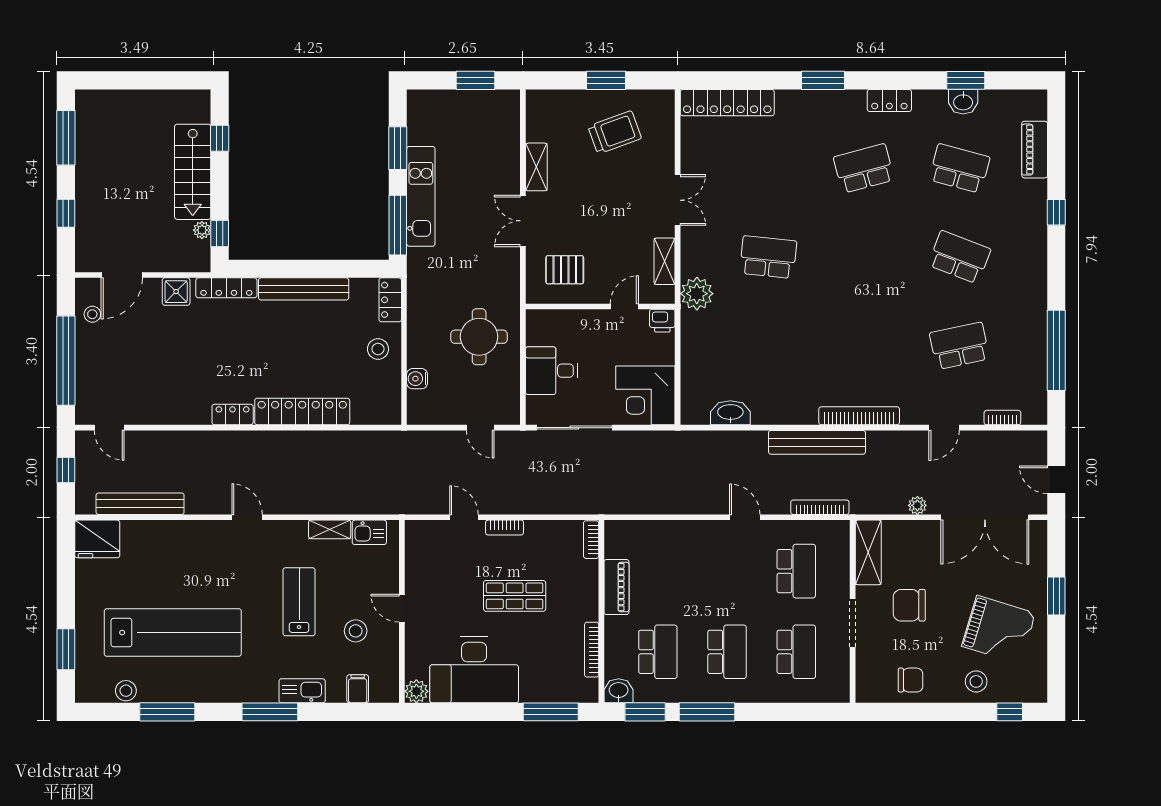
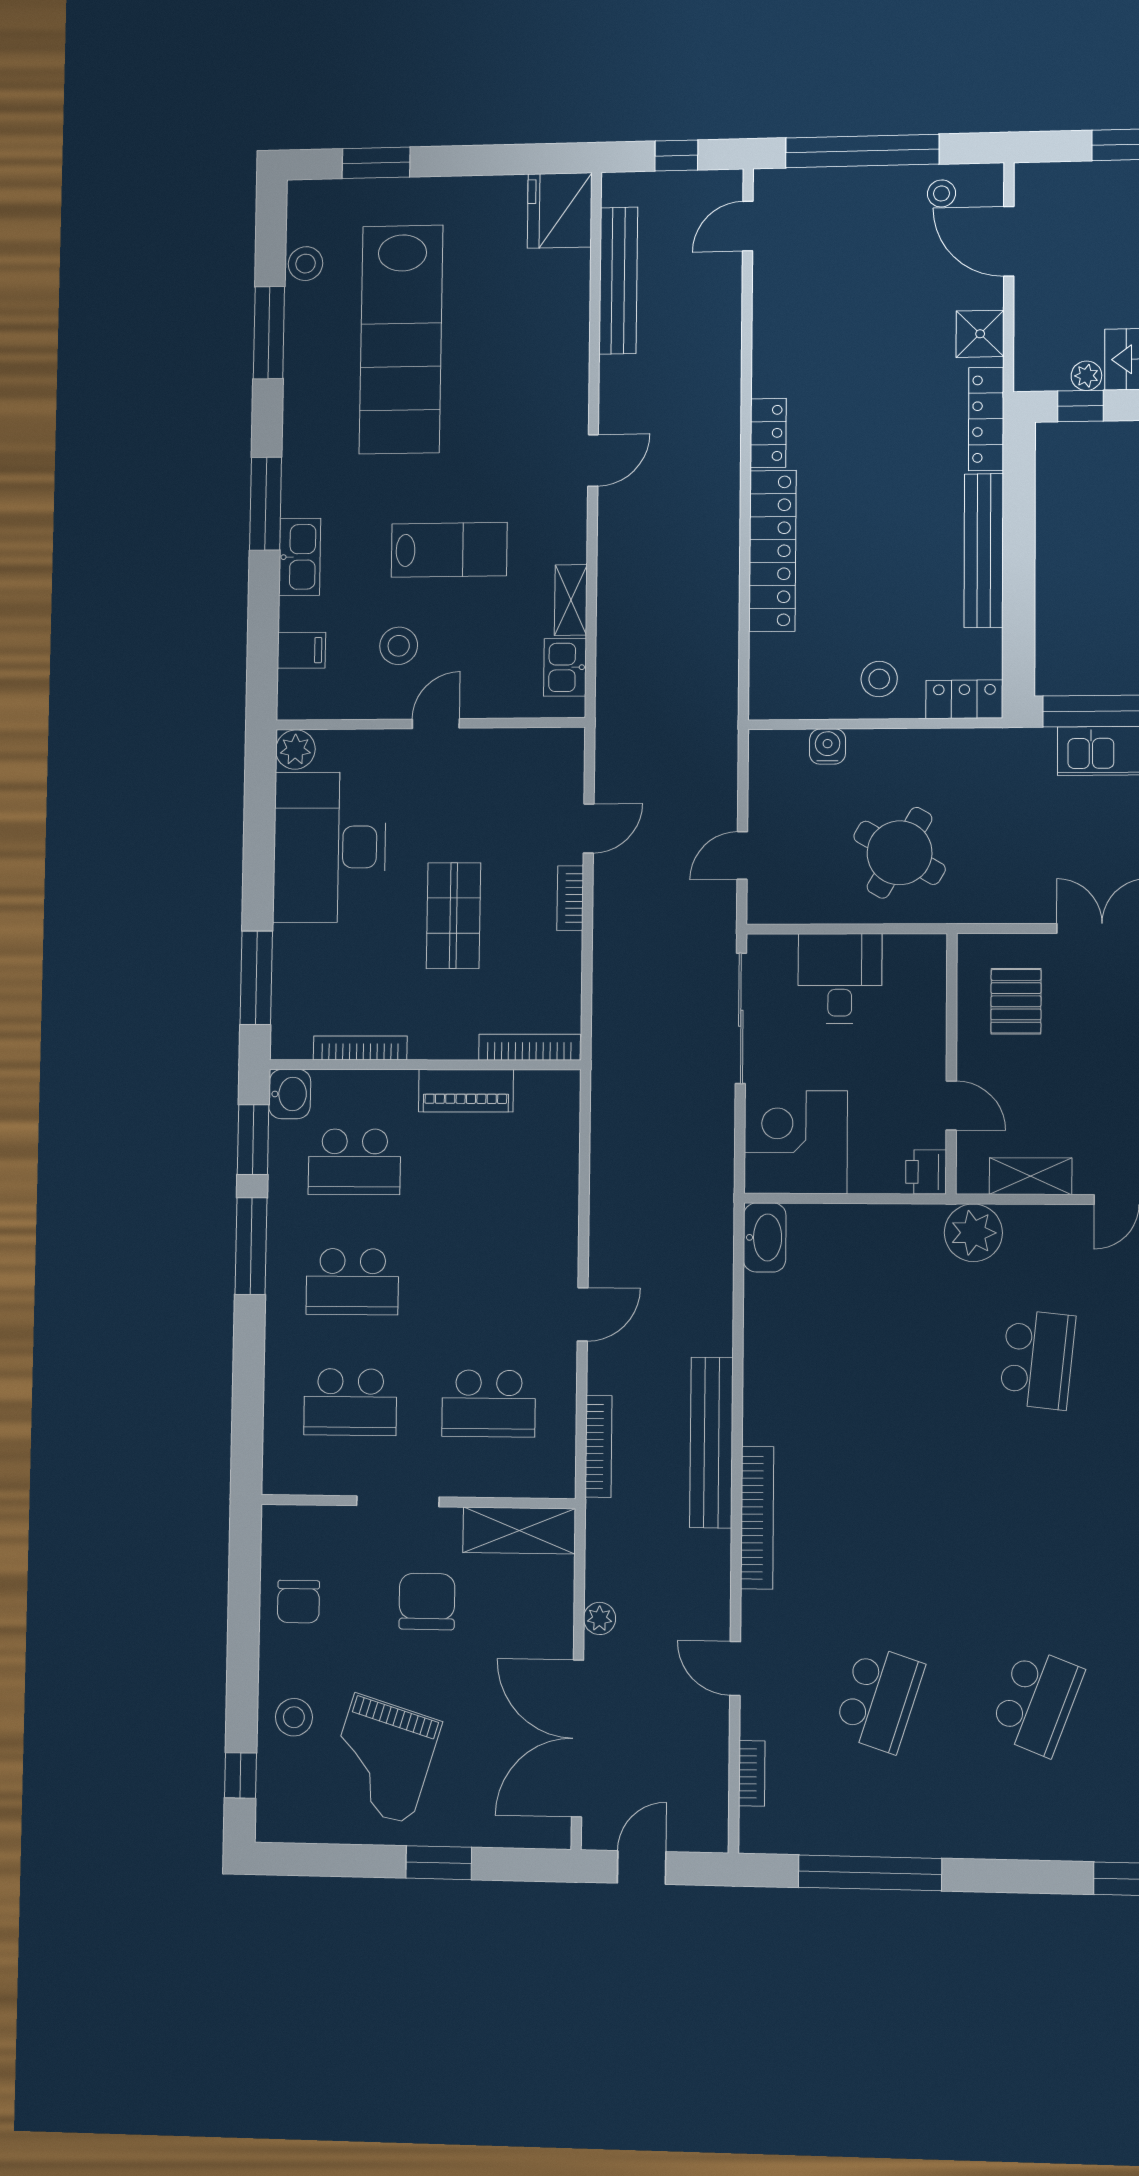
round table: (479, 337) -> (900, 853), turned 30
school desk: (959, 346) -> (879, 1699), turned 30
washbasin: (730, 413) -> (765, 1237), moved
bookcase: (591, 540) -> (529, 1047), width x1.56

